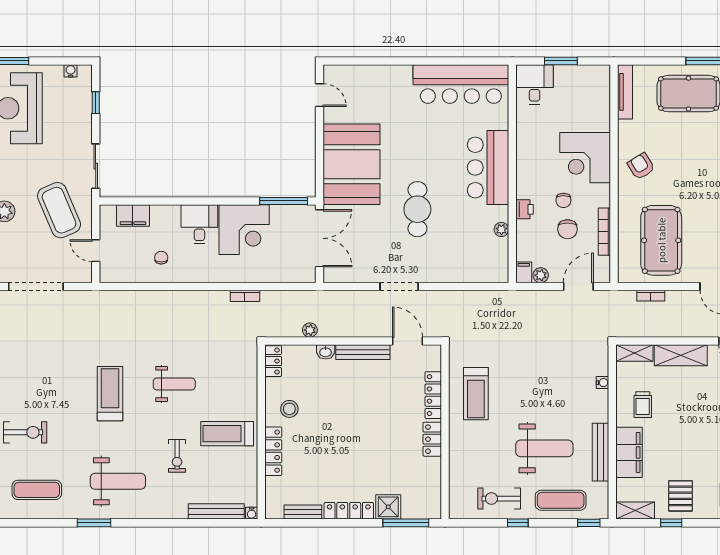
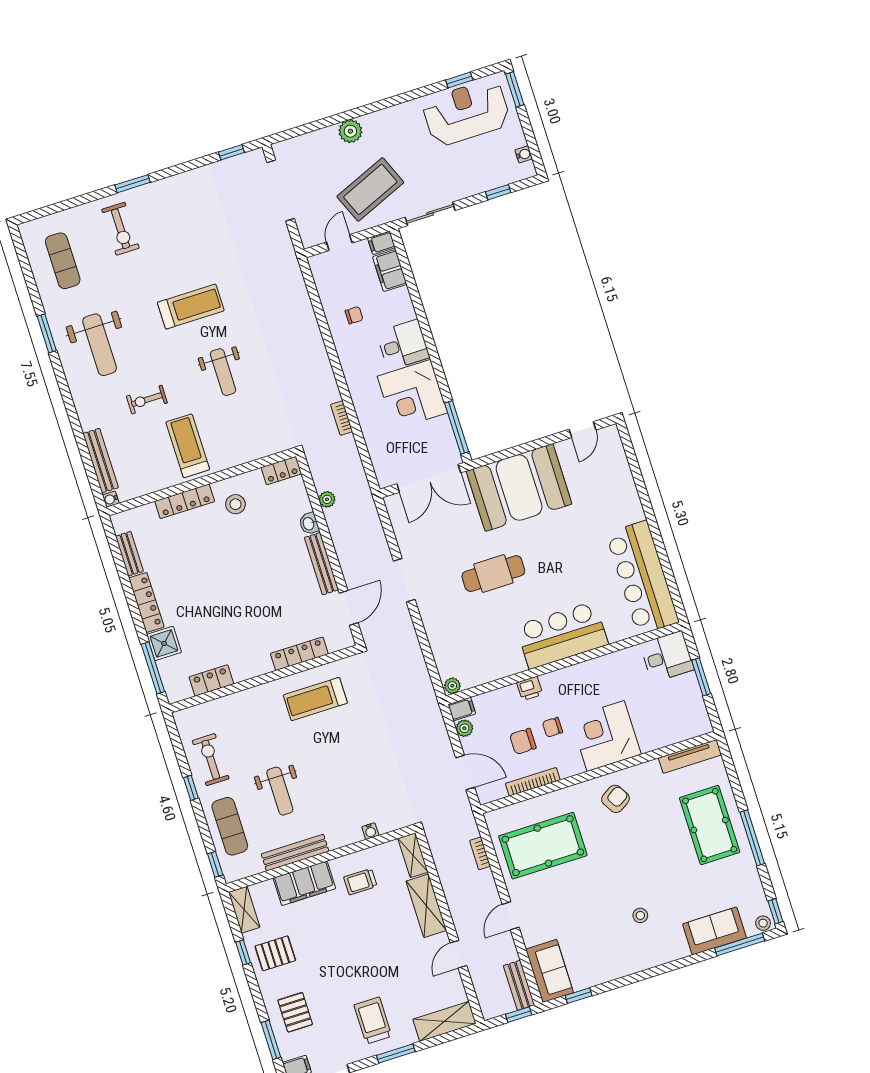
filing cabinet: (107, 215) -> (381, 243), added
plant: (501, 229) -> (452, 686), moved
locker: (432, 439) -> (211, 680), moved
weight bench: (544, 448) -> (280, 791), width x0.73, depth x0.75

